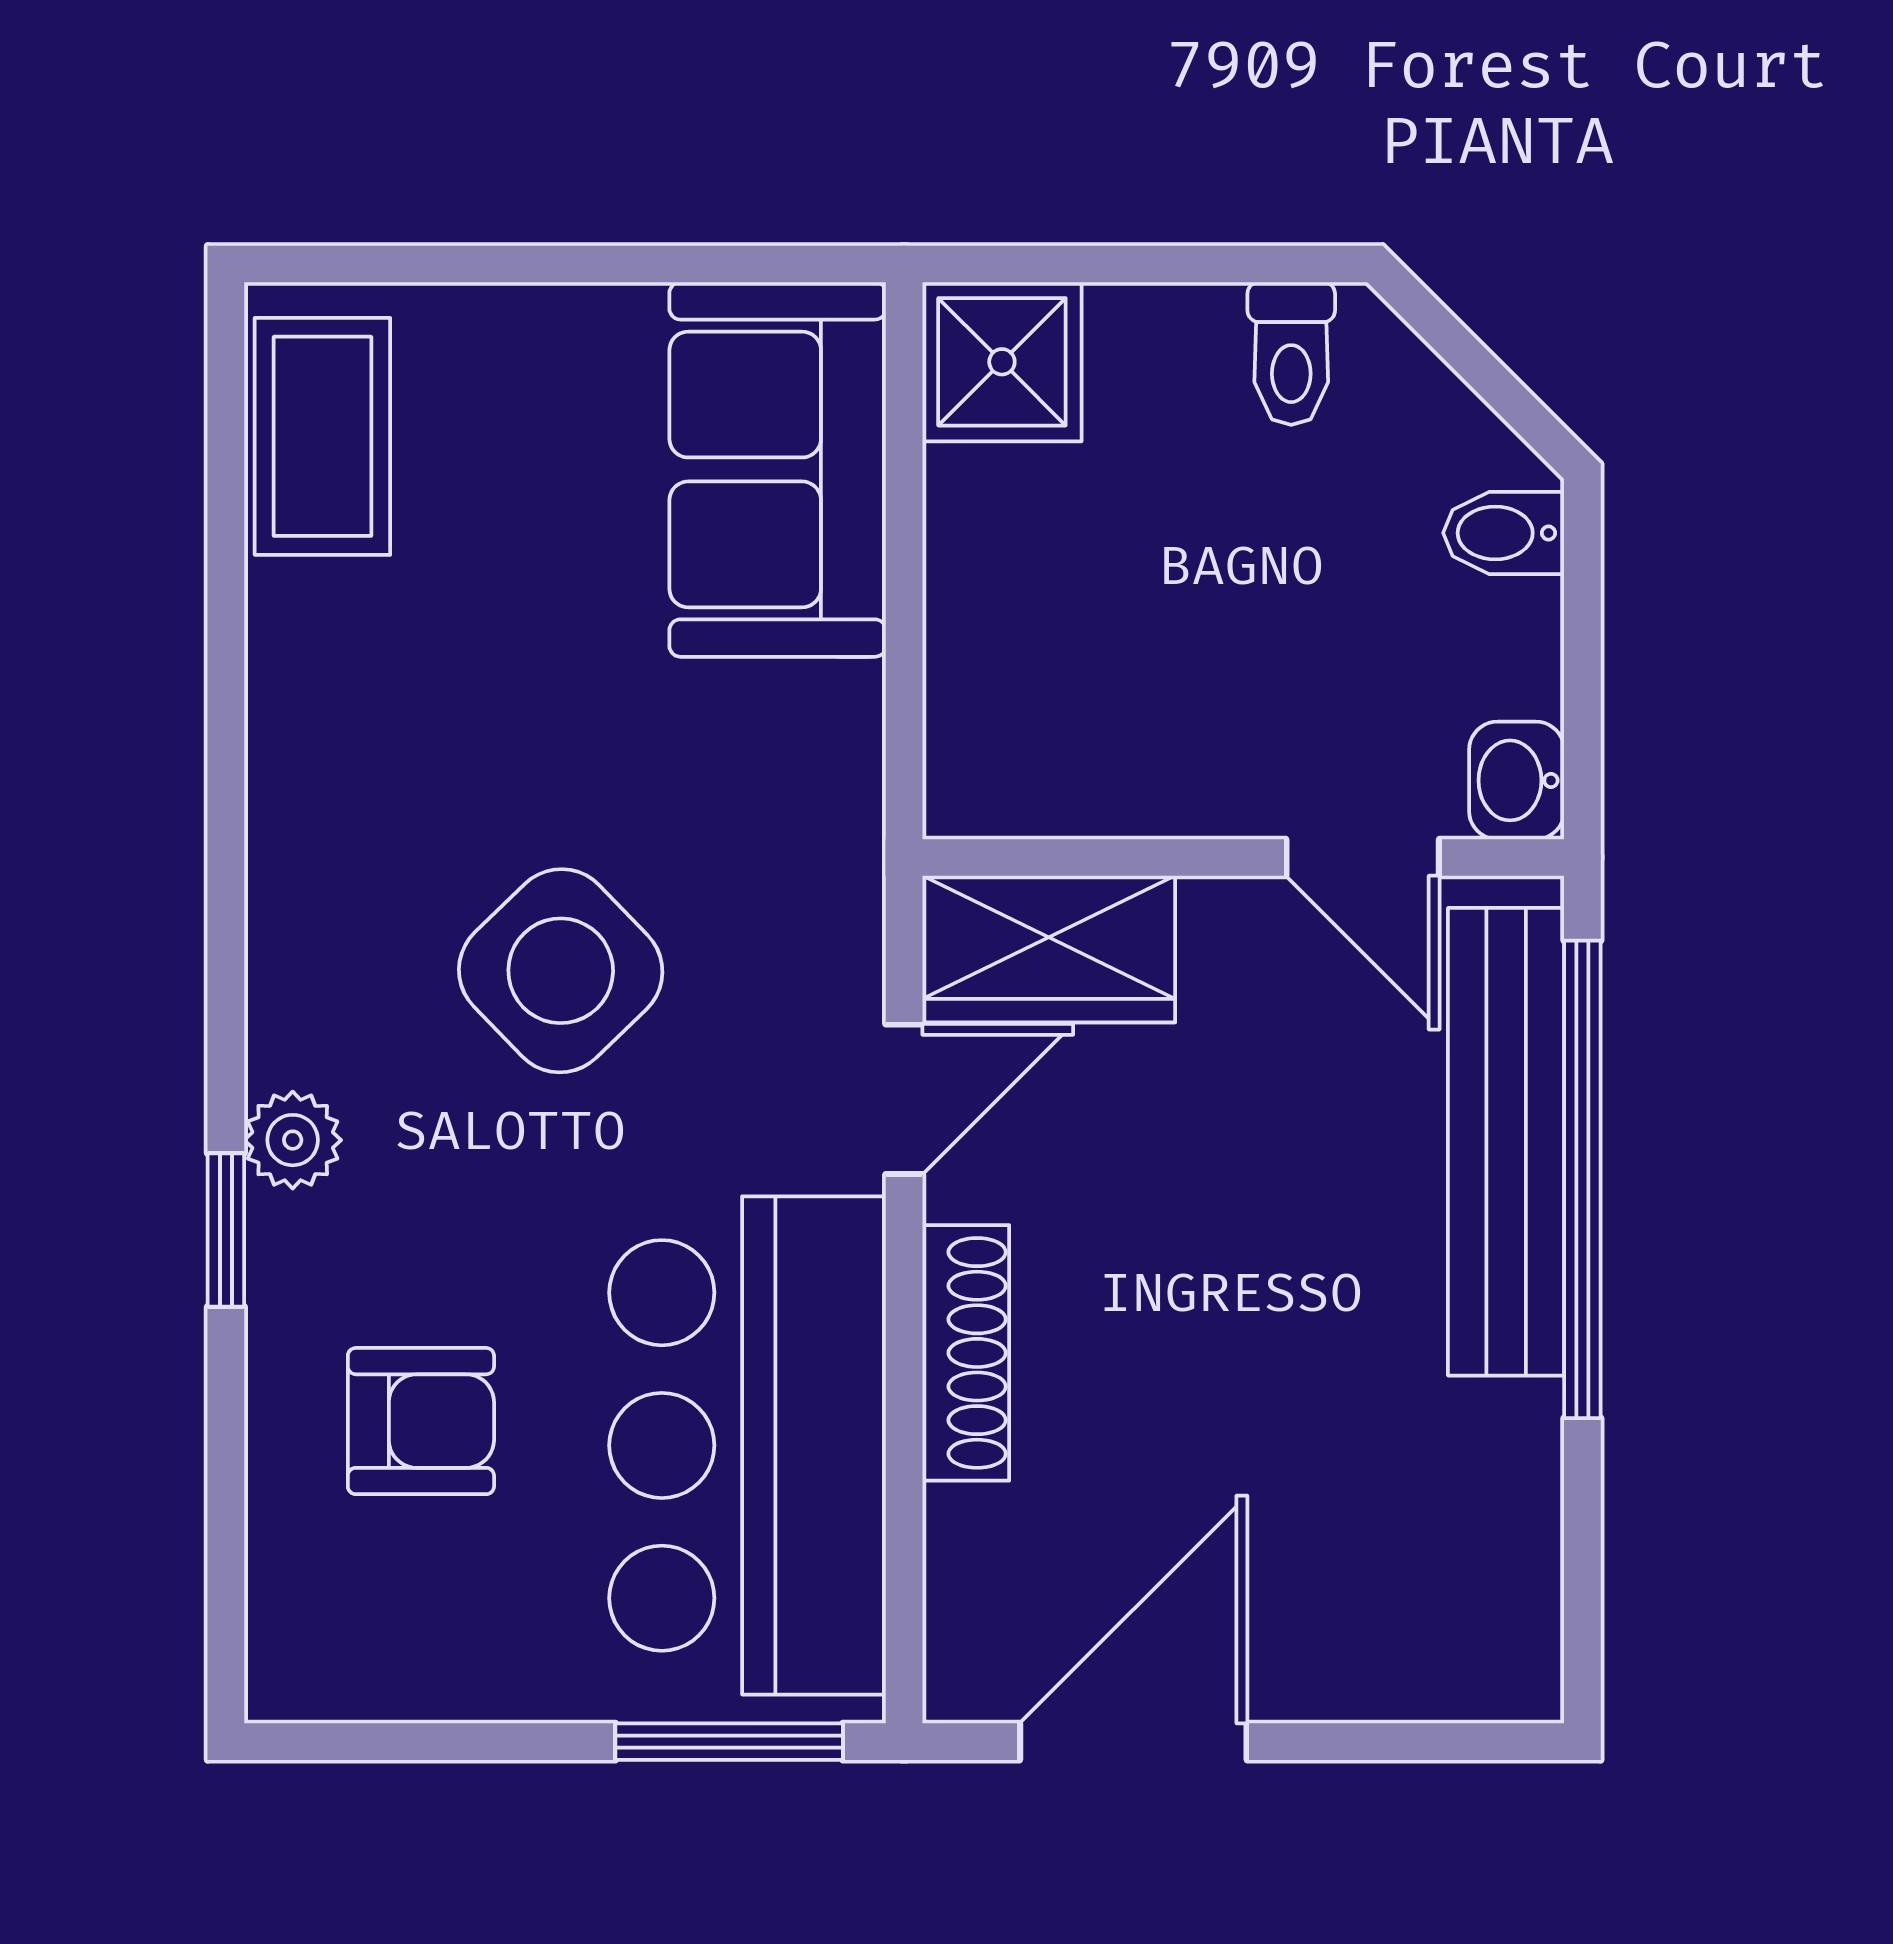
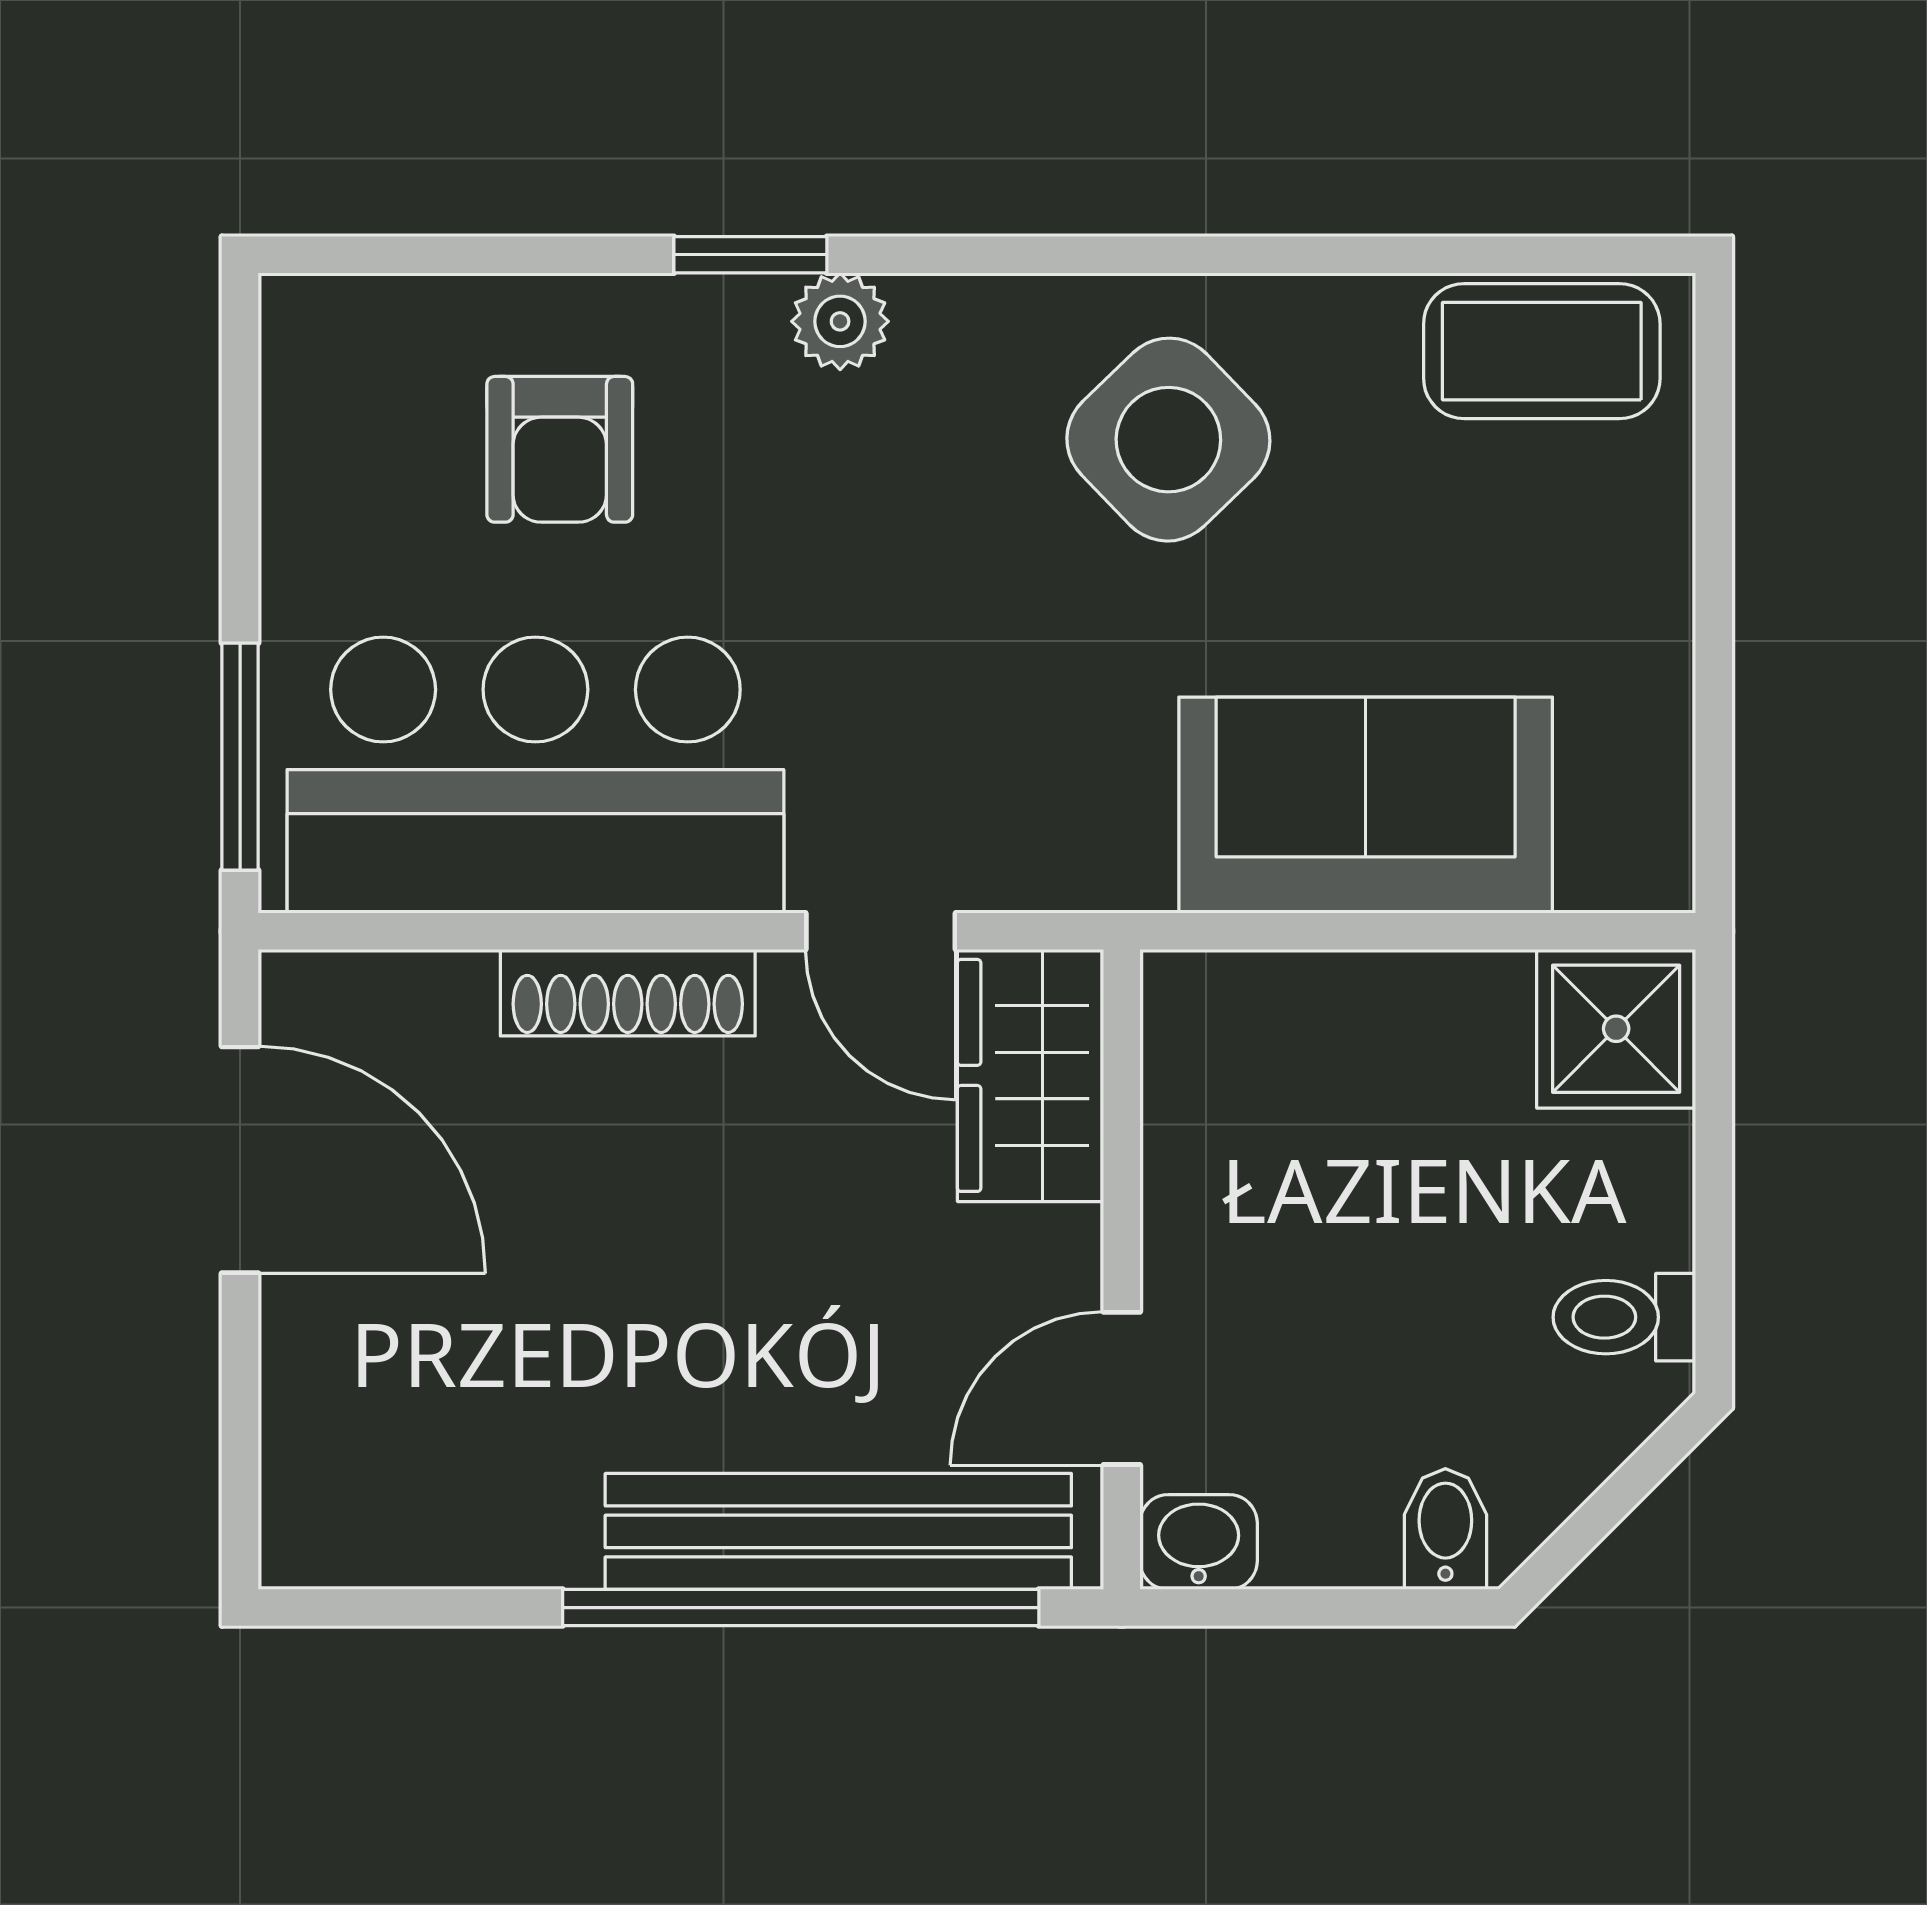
sofa: (778, 469) -> (1366, 805), moved
side table: (561, 971) -> (1168, 440), moved

